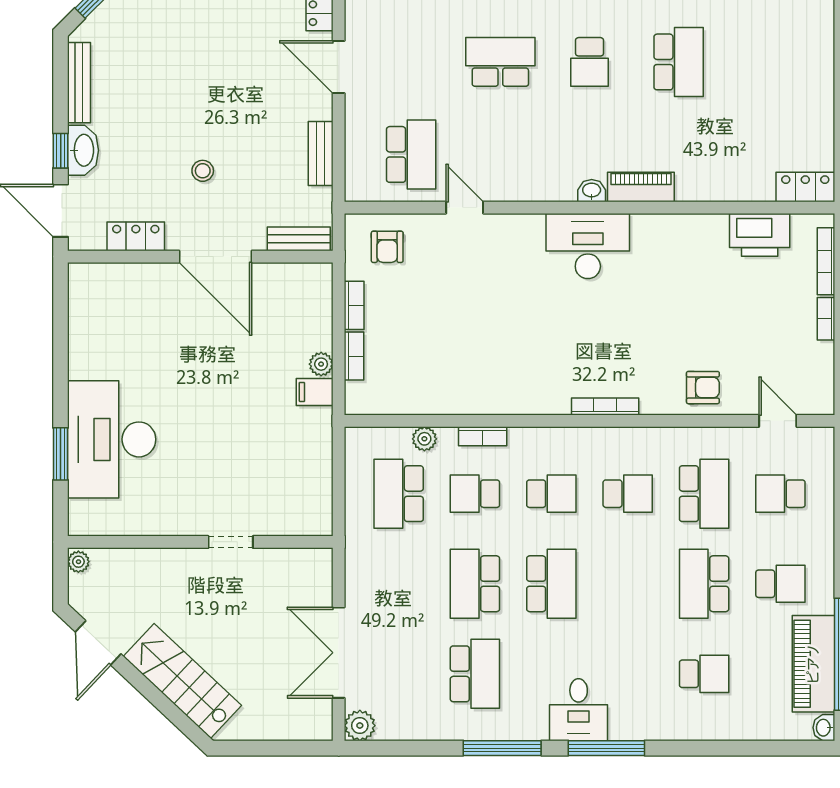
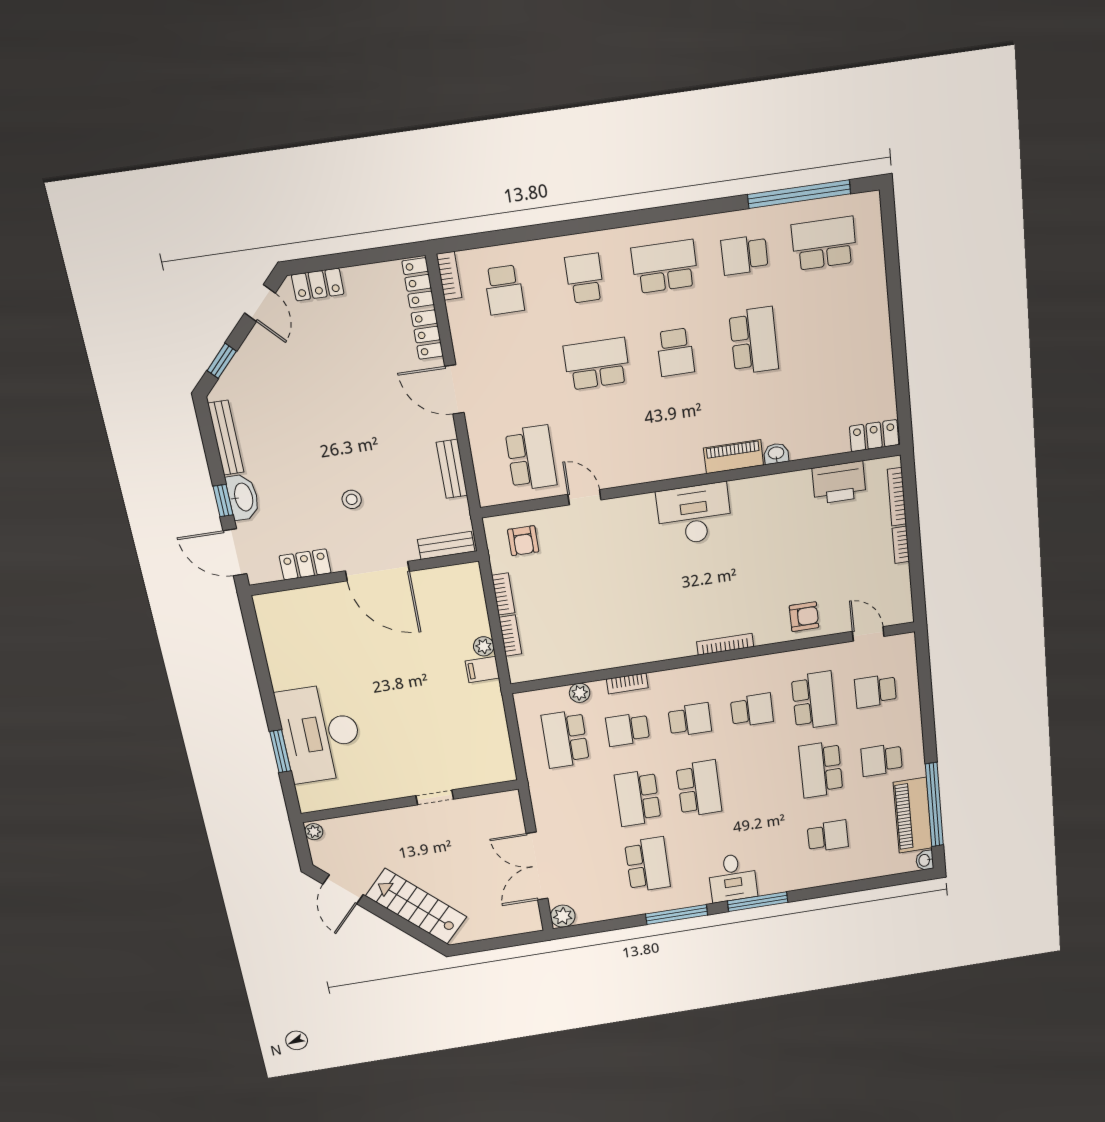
washbasin: (592, 191) -> (776, 454), moved
school desk: (780, 584) -> (882, 760), turned 180

